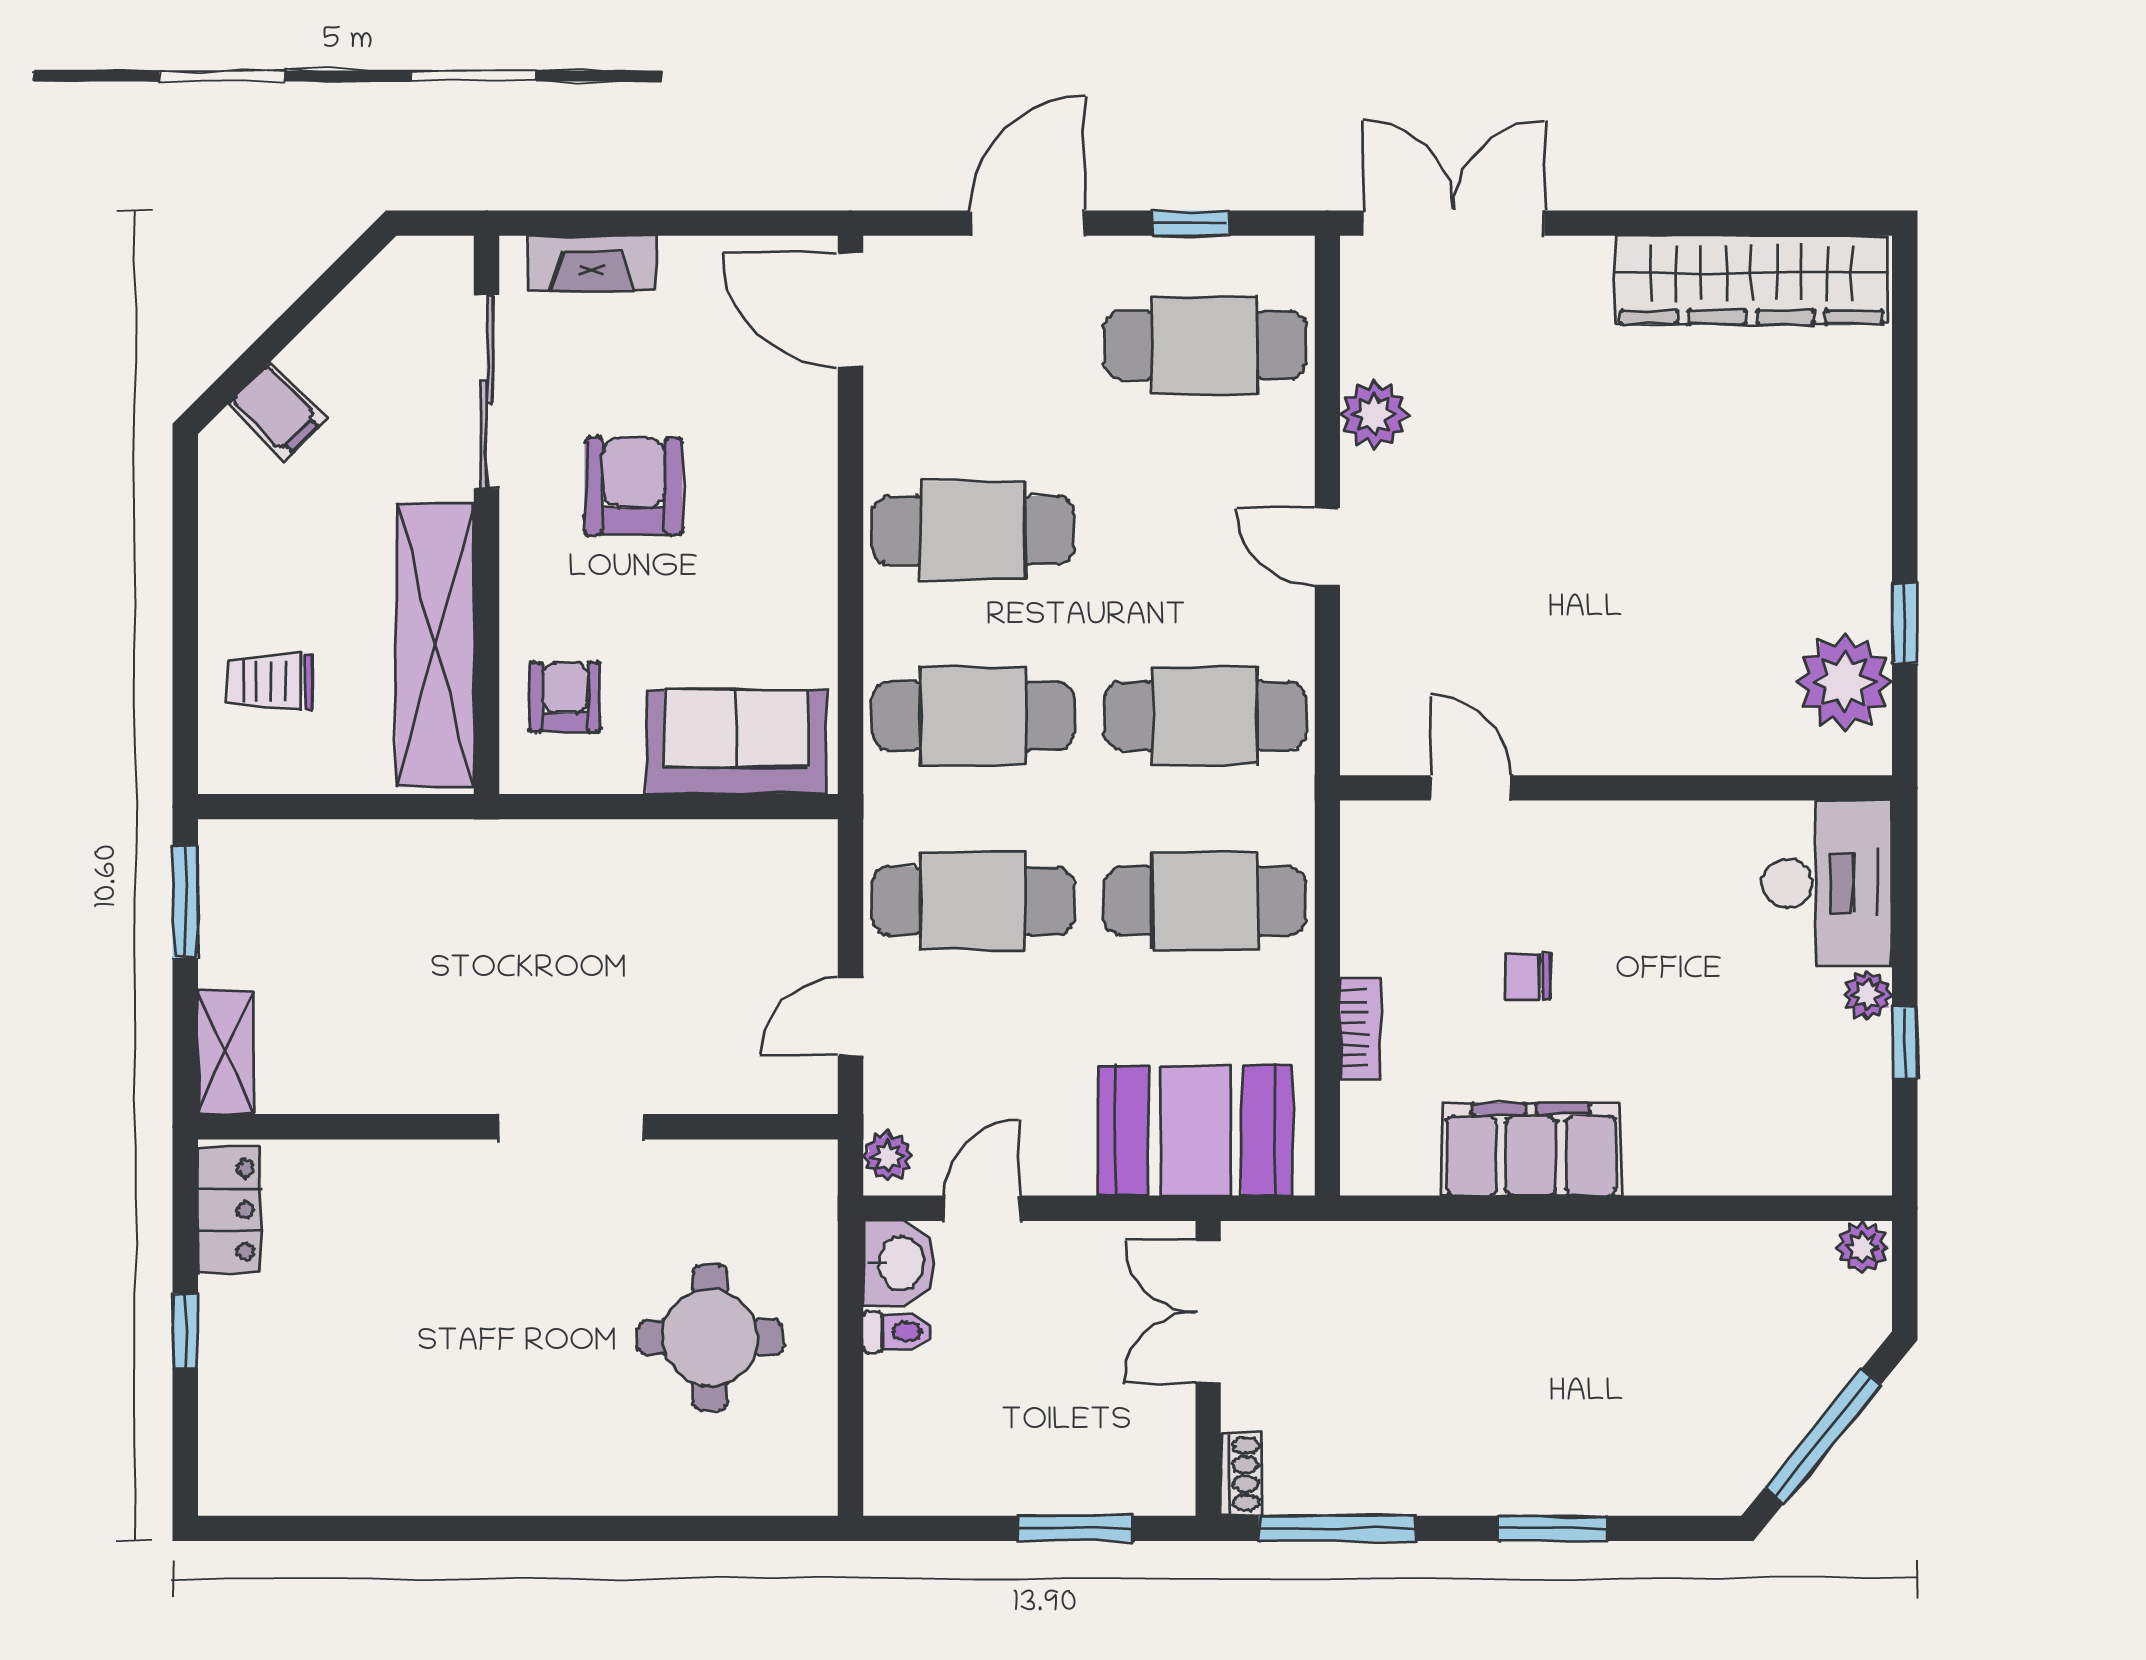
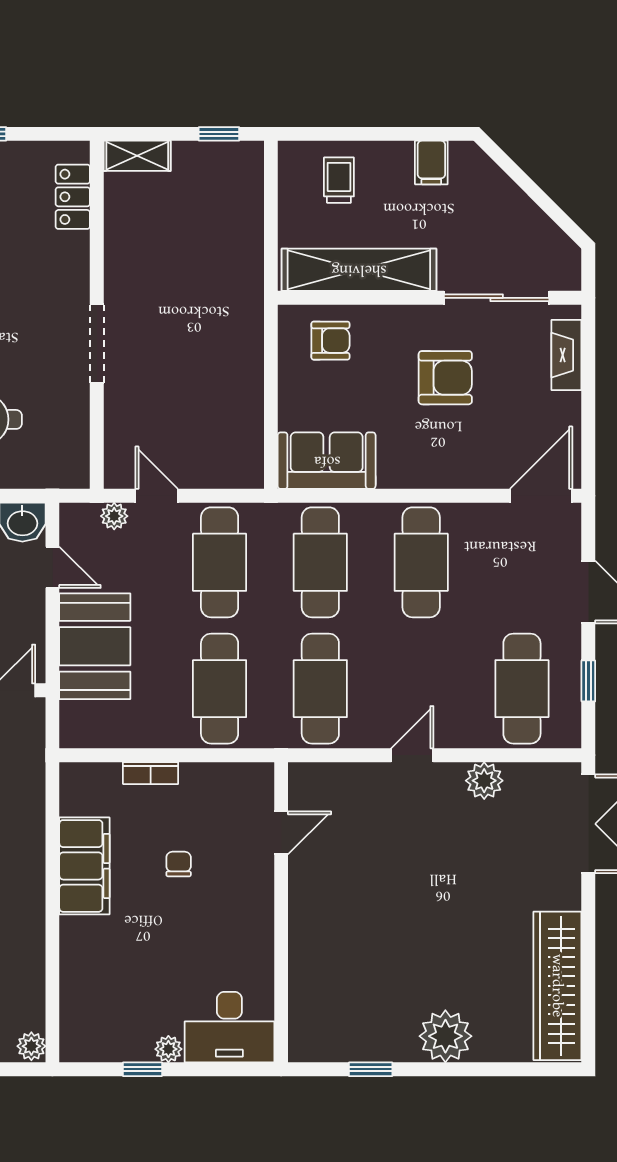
filing cabinet: (277, 411) -> (431, 163), moved, turned -45
plant: (1844, 682) -> (445, 1036), moved
sofa: (736, 742) -> (327, 461), moved, turned -90
window: (185, 902) -> (219, 134), width x0.67
booth: (1195, 1130) -> (95, 646), moved
plant: (888, 1156) -> (114, 516), moved
locker: (229, 1210) -> (73, 197), moved, turned 90

